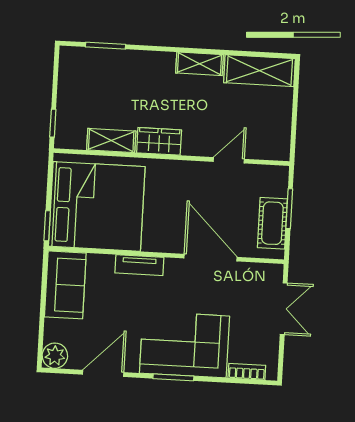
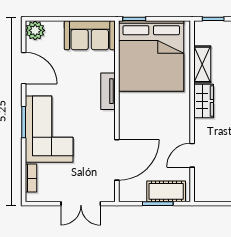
door: (229, 160) -> (192, 155), swing flipped
cot: (272, 223) -> (166, 191), moved
door: (211, 258) -> (117, 160), moved

